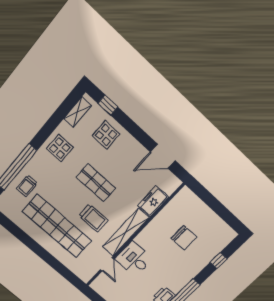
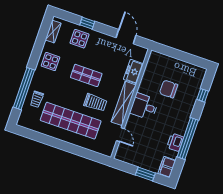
window: (108, 105) -> (87, 23), moved
door: (163, 156) -> (126, 37), swing flipped
chair: (184, 238) -> (169, 89), turned 180
desk: (134, 259) -> (144, 106), moved

